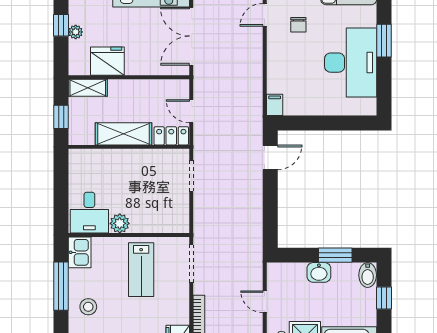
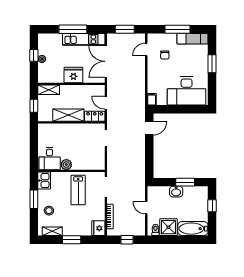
fridge: (107, 61) -> (73, 75), moved
desk: (351, 63) -> (187, 91), moved, turned 90
bidet: (368, 275) -> (203, 193), removed
window: (61, 286) -> (34, 199), width x0.69

